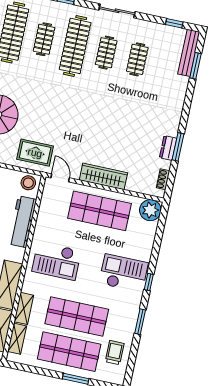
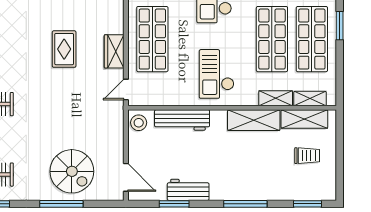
rug: (35, 153) -> (64, 49), moved
wardrobe: (103, 176) -> (114, 51), width x0.67
checkout: (56, 261) -> (217, 74), turned 180

